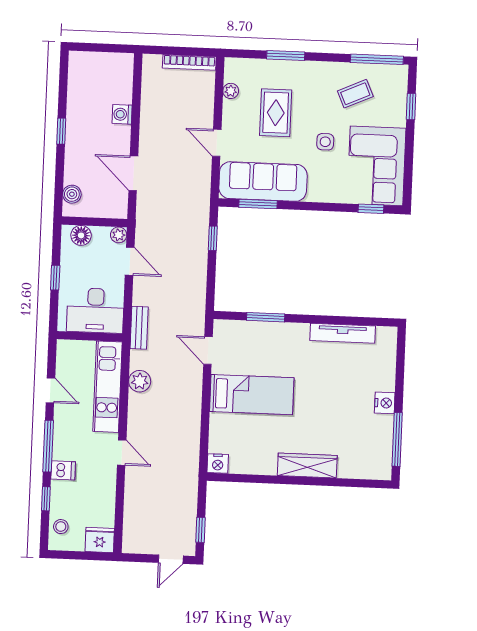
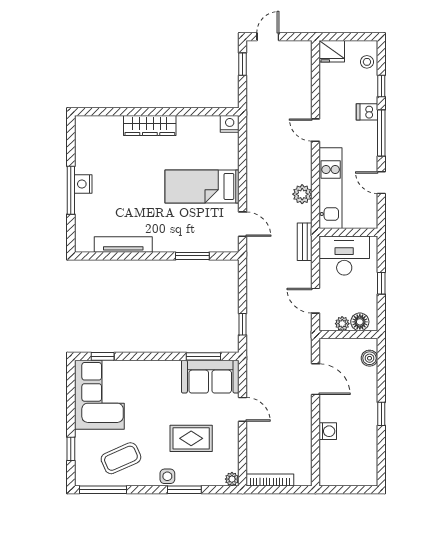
plant: (231, 91) -> (232, 479), moved
coffee table: (355, 94) -> (121, 458), width x1.36, depth x1.30
rug: (276, 113) -> (191, 438), turned 90
side table: (325, 142) -> (167, 476), moved
sofa: (263, 182) -> (210, 377), width x0.73
plant: (119, 235) -> (342, 324), moved
window: (397, 439) -> (71, 190), moved

